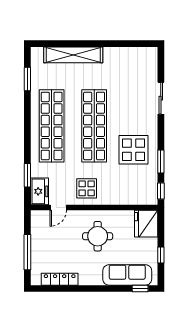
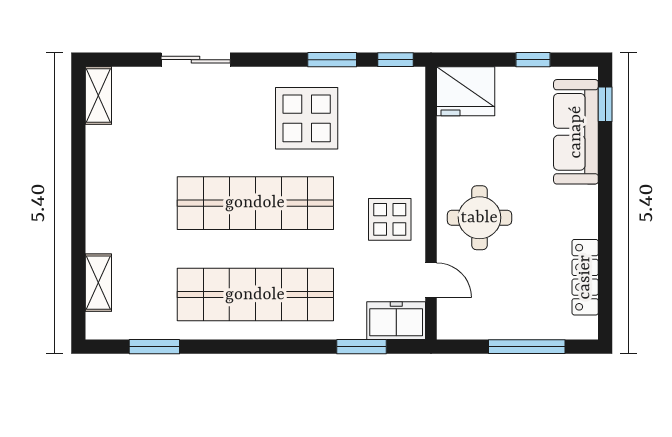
shelving: (144, 53) -> (98, 96), added
shelving: (73, 55) -> (98, 283), width x0.45, depth x0.75
round table: (98, 236) -> (479, 218), moved

